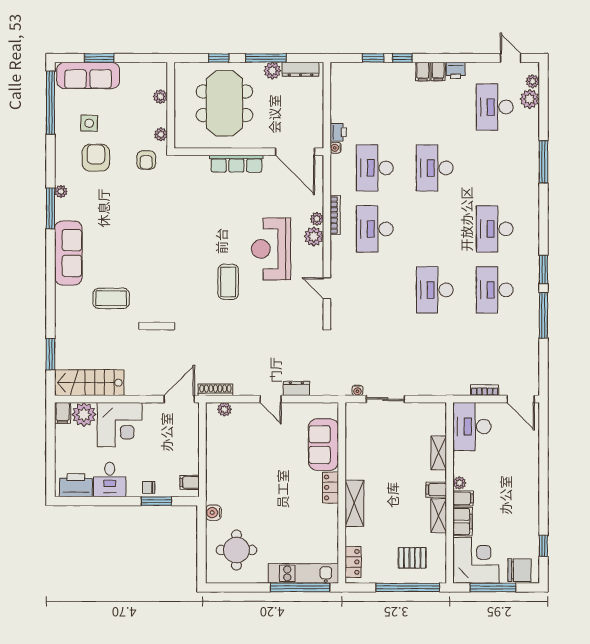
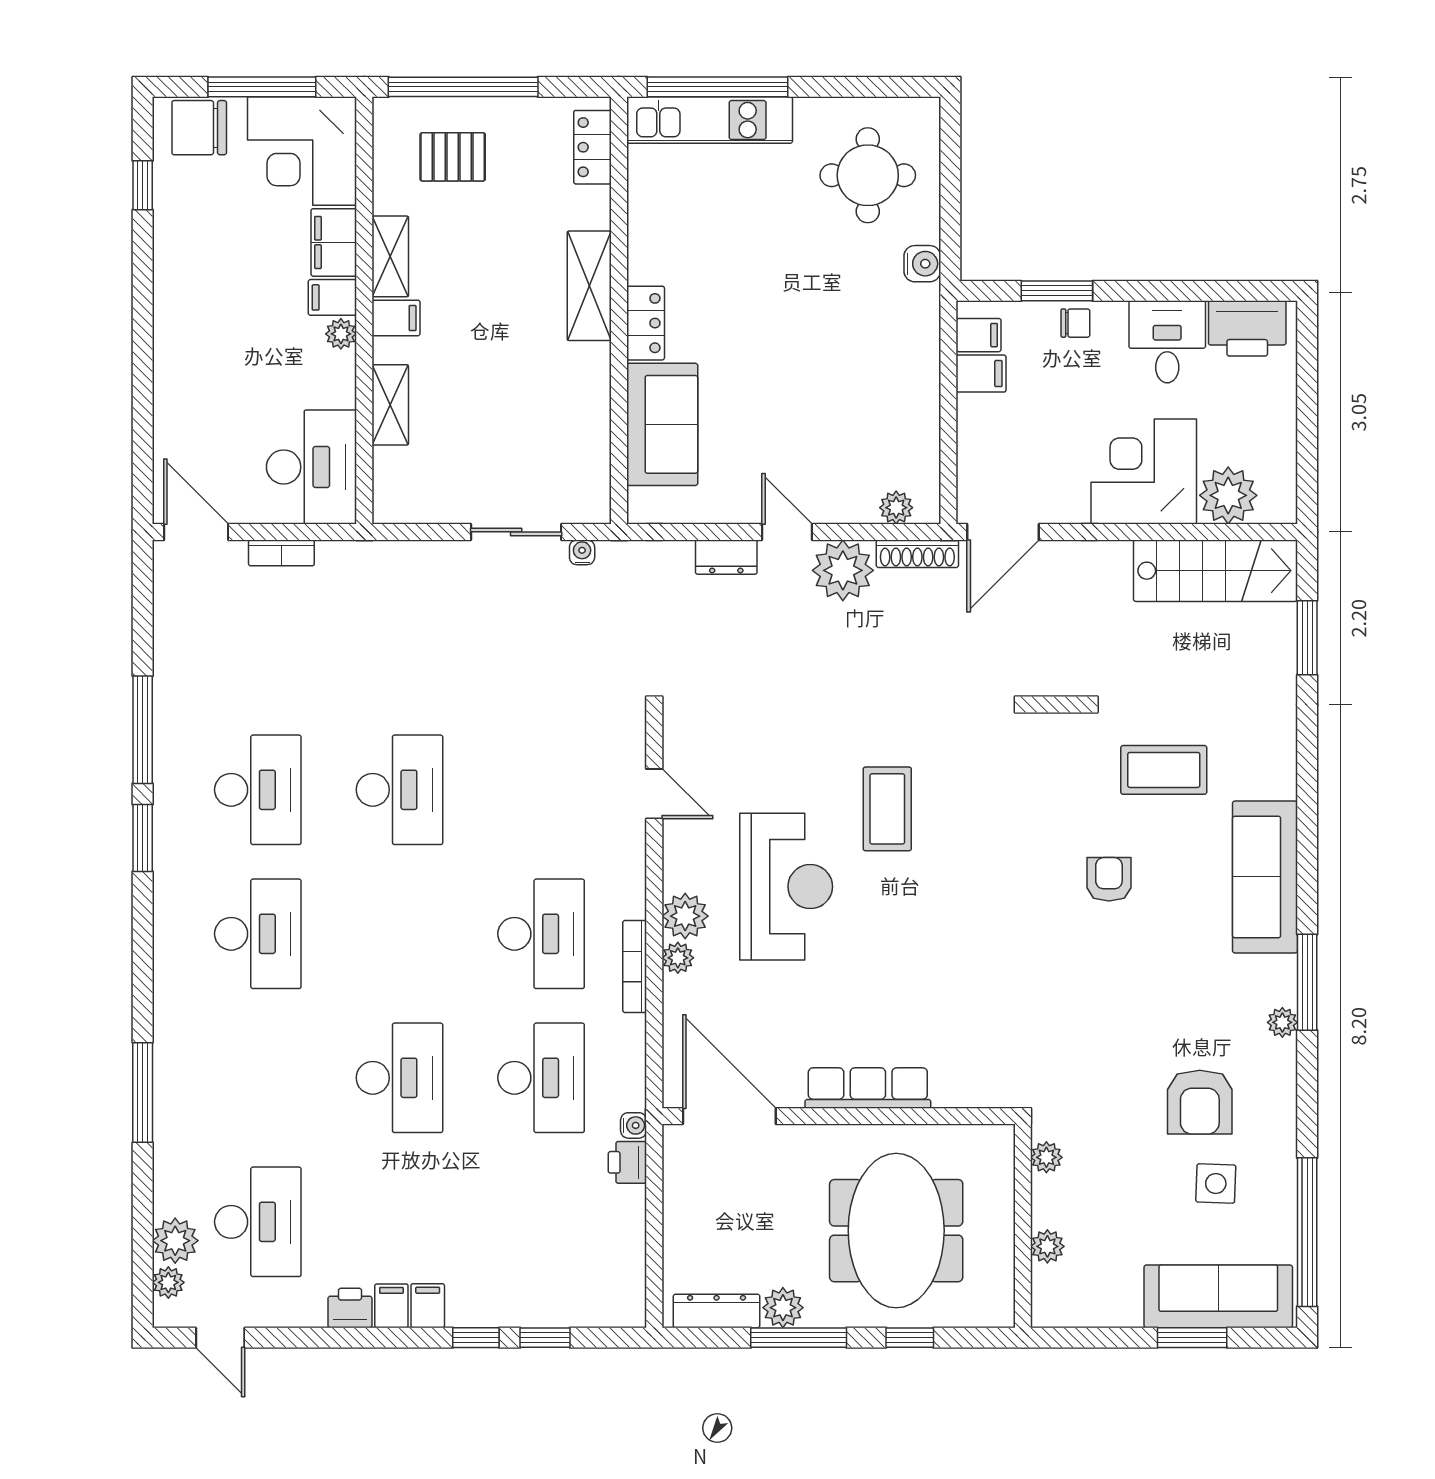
armchair: (146, 160) -> (1109, 879), moved
plant: (247, 383) -> (843, 570), added
filing cabinet: (63, 413) -> (981, 374), moved, turned 90

